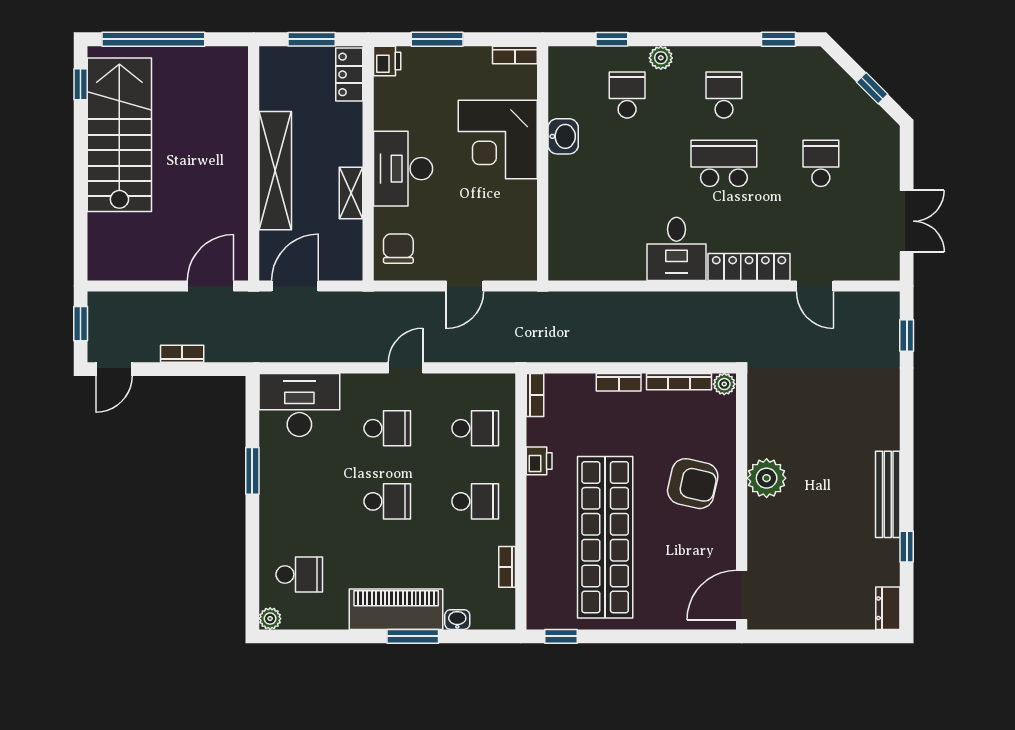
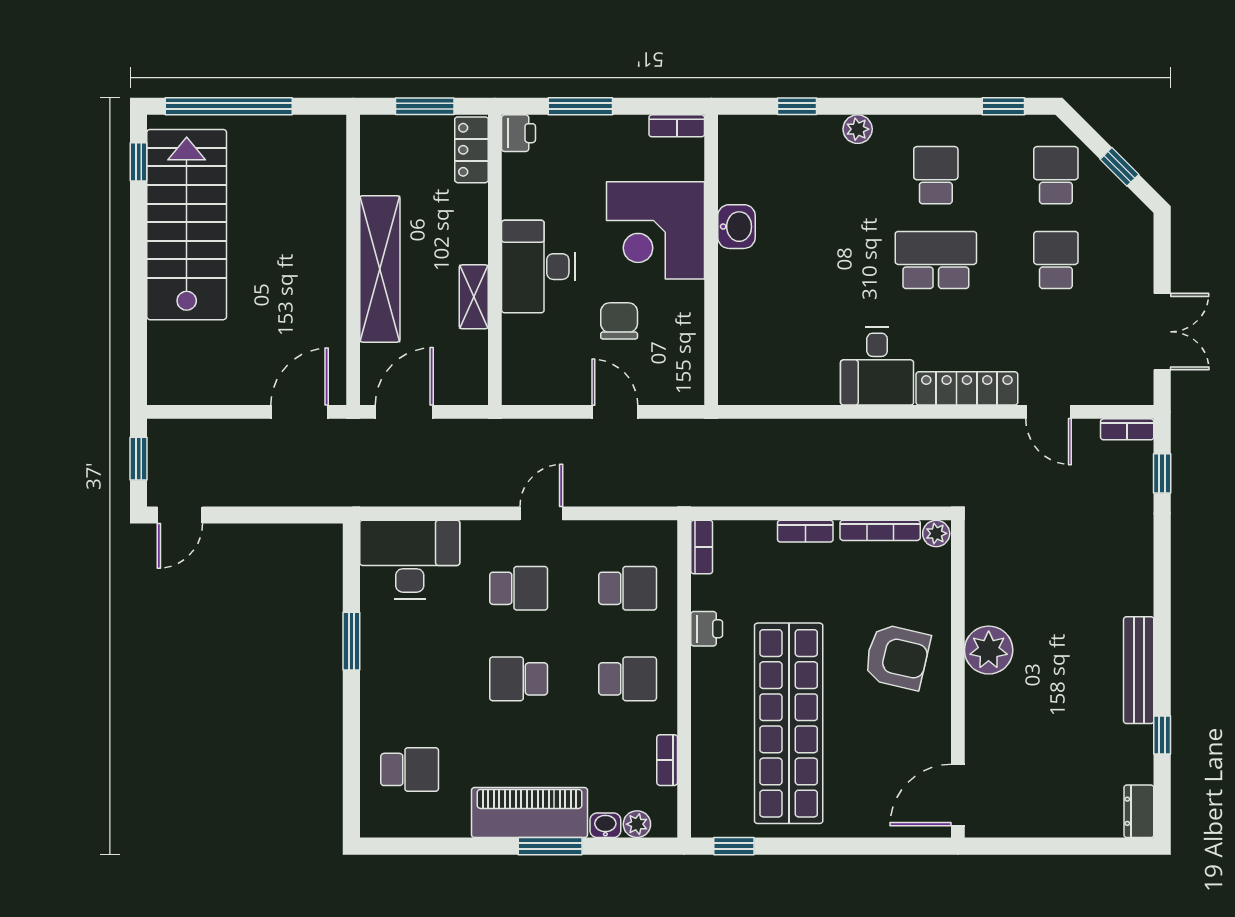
school desk: (627, 95) -> (1056, 175), moved
chair: (398, 249) -> (619, 321), moved
door: (465, 286) -> (615, 412), swing flipped
bookcase: (182, 354) -> (1127, 429), moved, turned 180
school desk: (387, 501) -> (519, 679), turned 180
plant: (270, 619) -> (637, 824), moved

